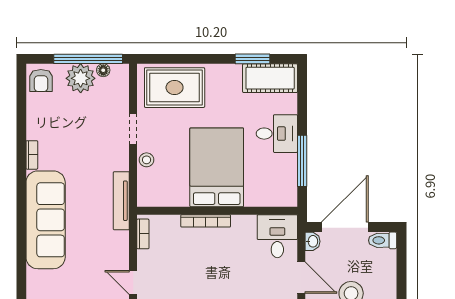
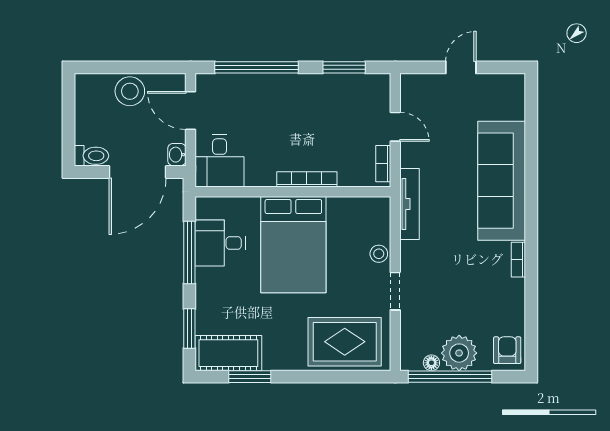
window: (302, 98) -> (189, 329), added
desk: (277, 134) -> (220, 243), moved
door: (133, 282) -> (395, 127), moved

